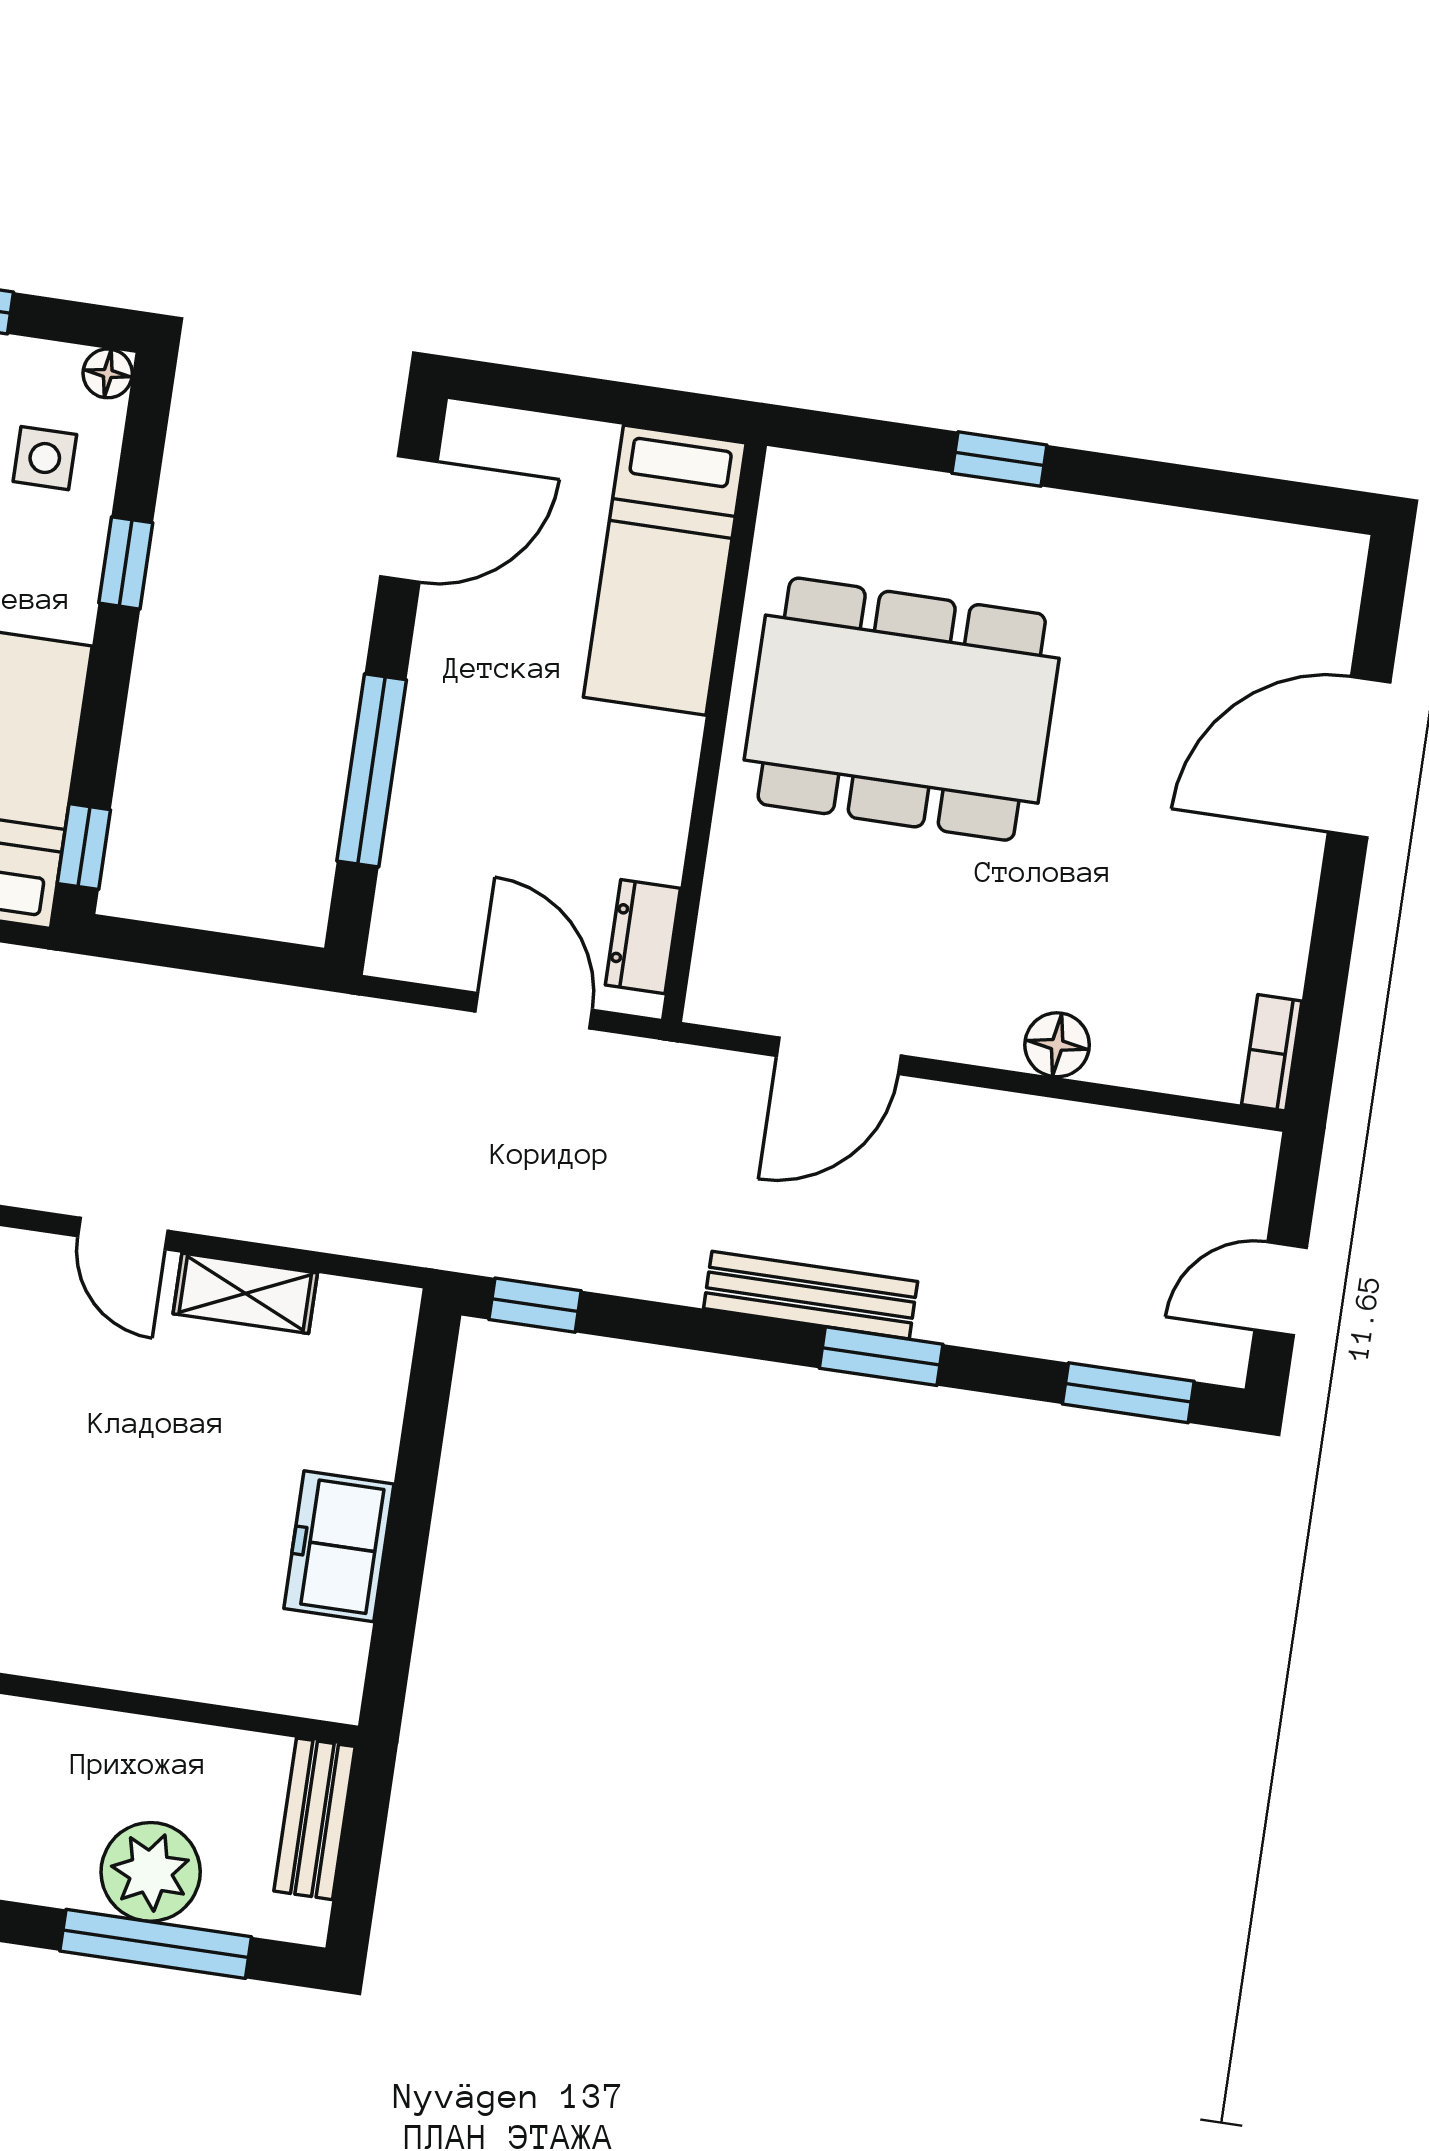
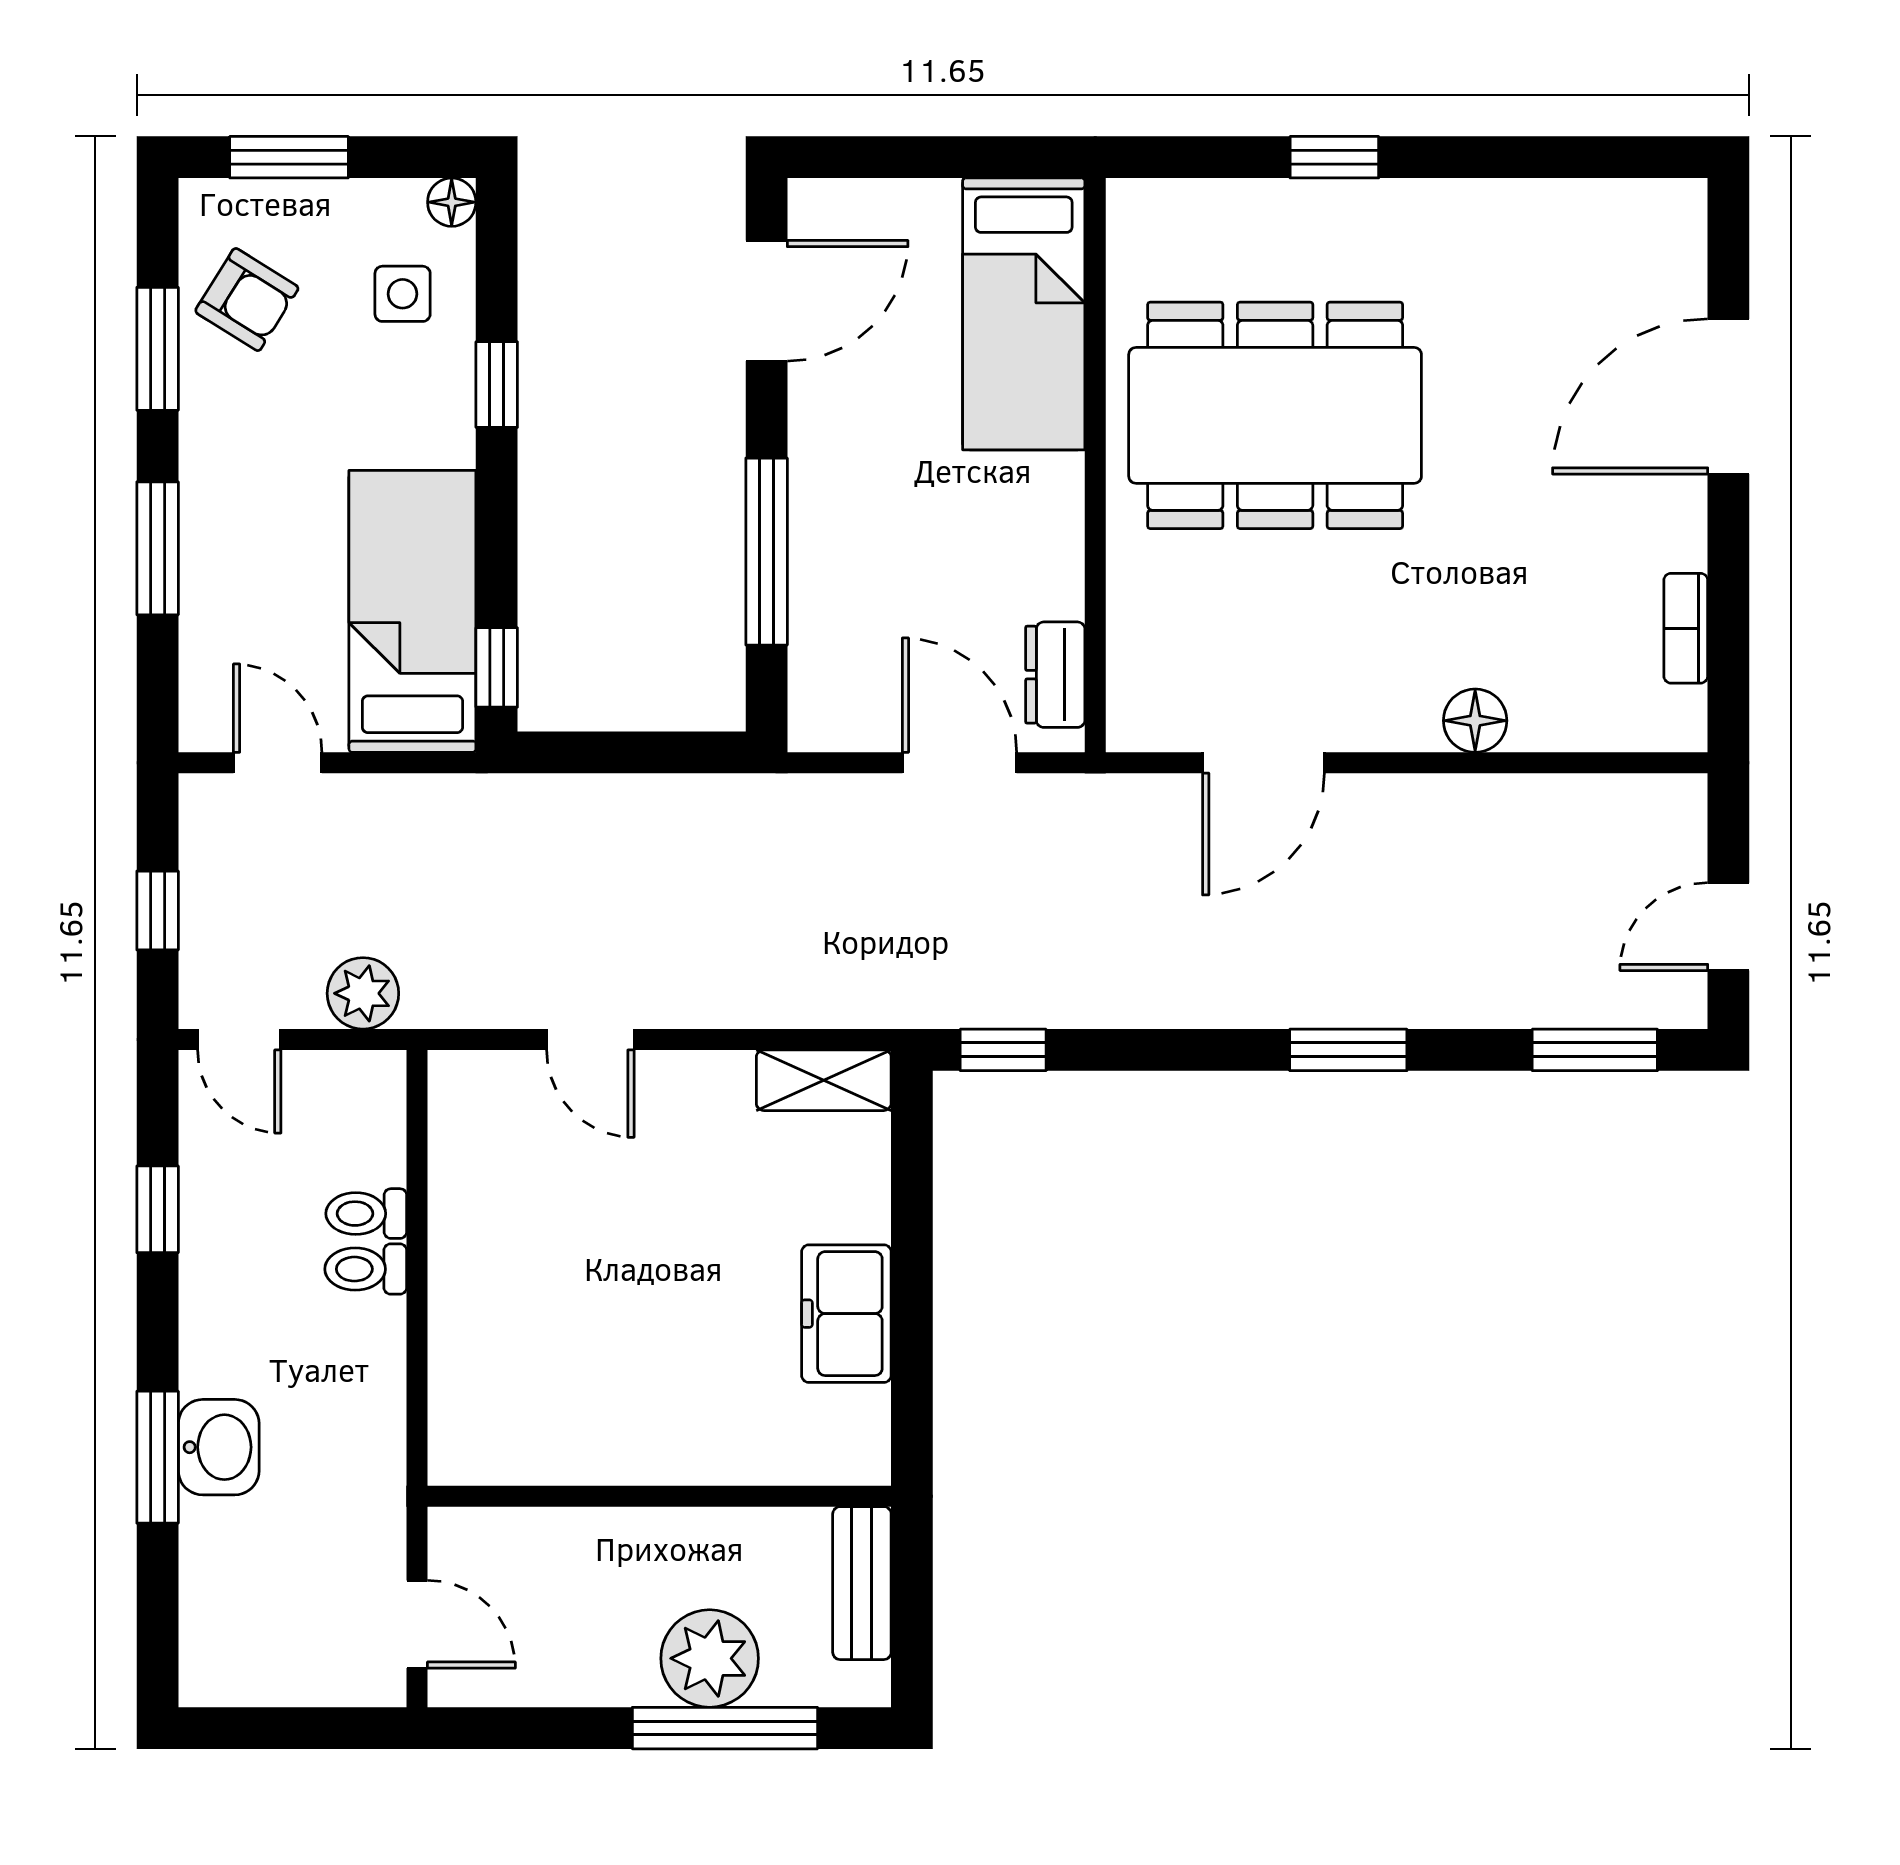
bookcase: (1272, 1053) -> (1686, 628), moved
shelving: (245, 1293) -> (824, 1080), moved
bench: (811, 1295) -> (1271, 1000), removed

